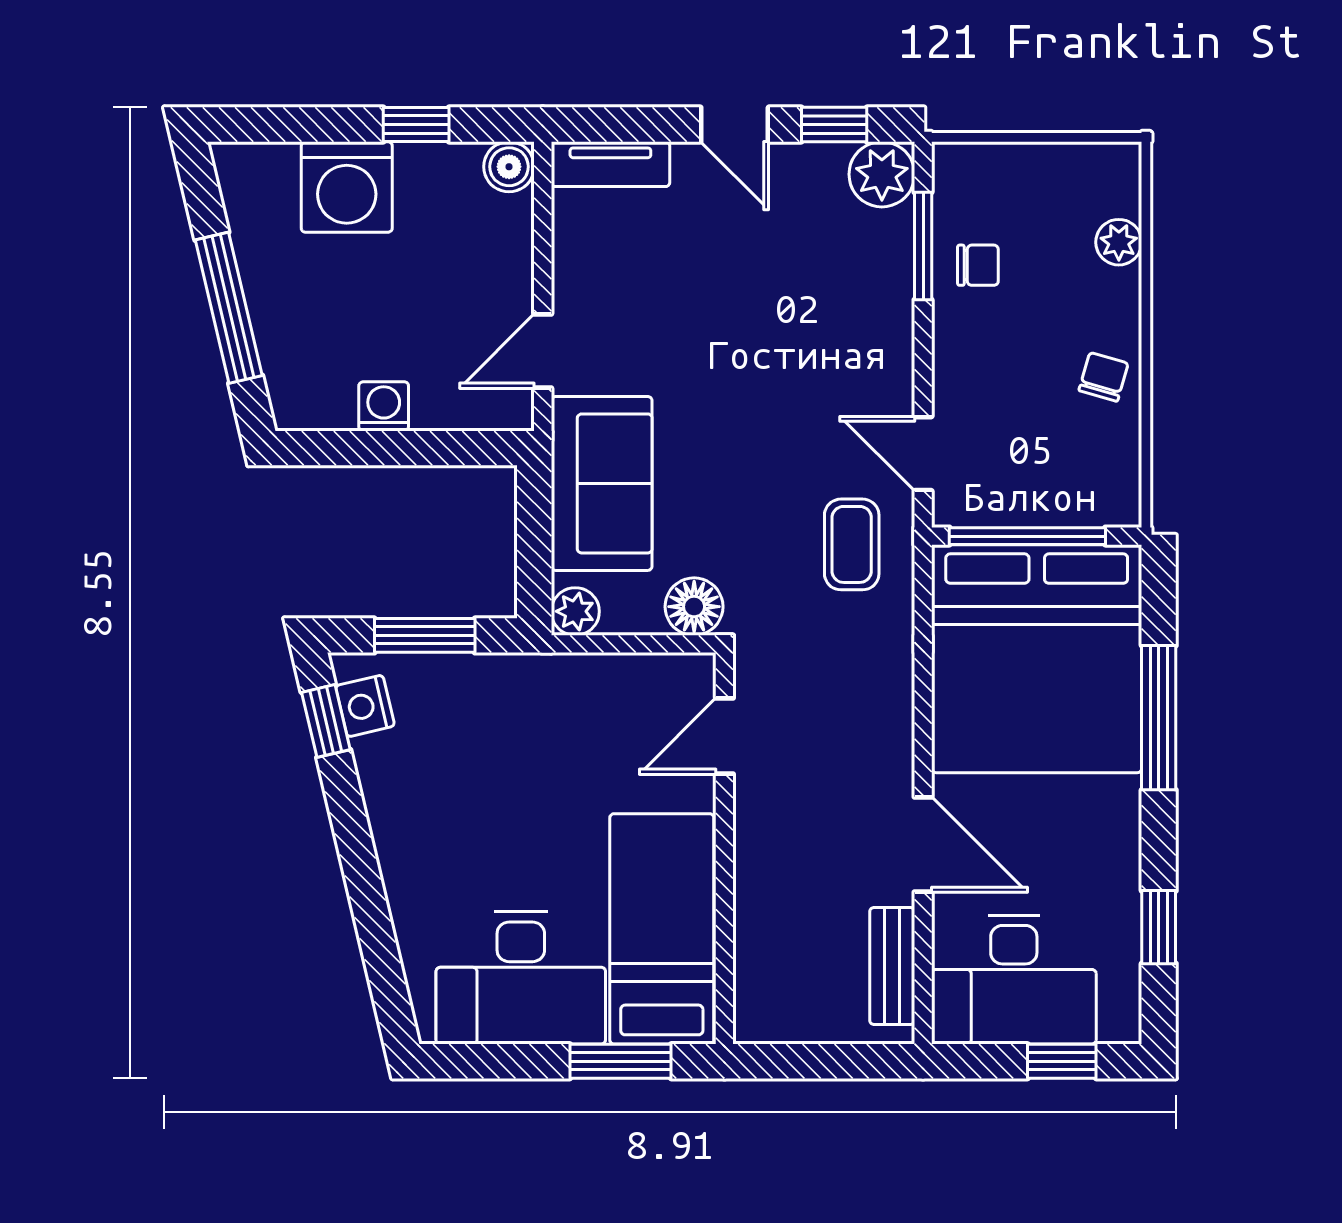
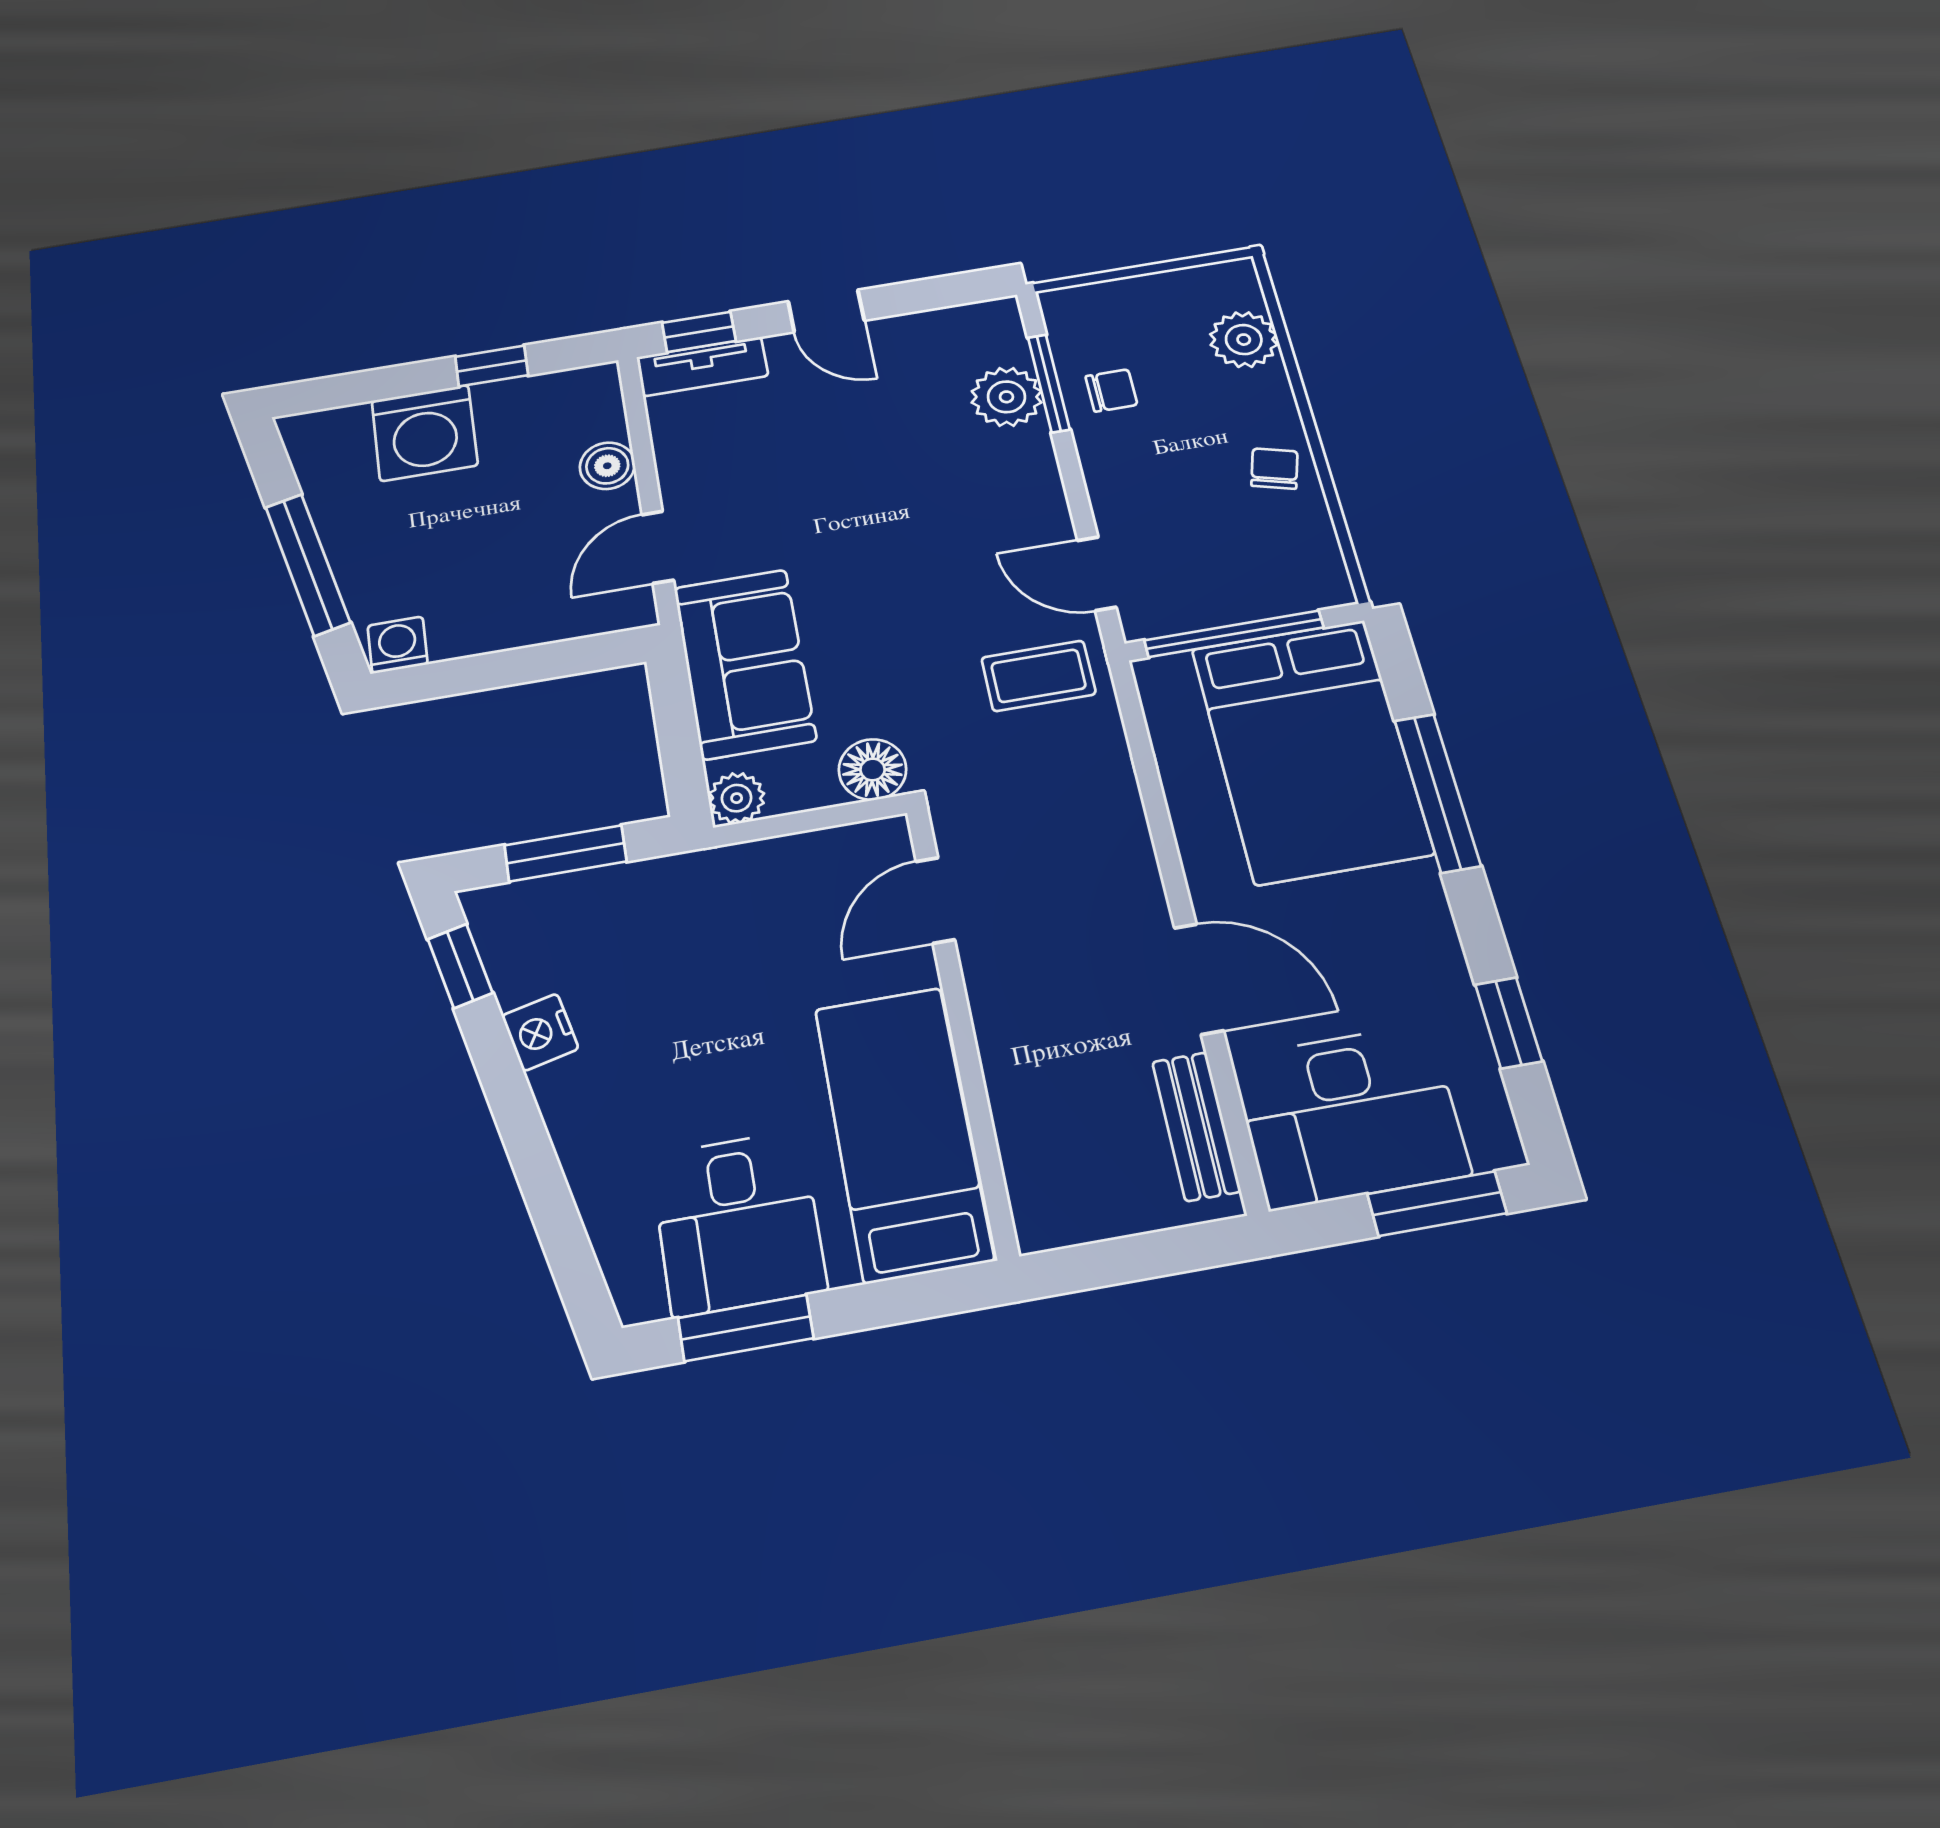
window: (834, 125) -> (699, 332), moved
boiler: (509, 167) -> (607, 466), moved
plant: (882, 174) -> (1006, 397), moved
plant: (1119, 242) -> (1244, 340), width x1.38, depth x1.38
washing machine: (384, 406) -> (398, 645), moved
coffee table: (852, 544) -> (1038, 676), turned 90
bed: (1037, 659) -> (1311, 750), width x0.73
nightstand: (365, 706) -> (540, 1032), moved
desk: (521, 978) -> (738, 1223), width x0.73
window: (621, 1061) -> (746, 1328), moved
window: (1062, 1061) -> (1437, 1204), width x1.50

